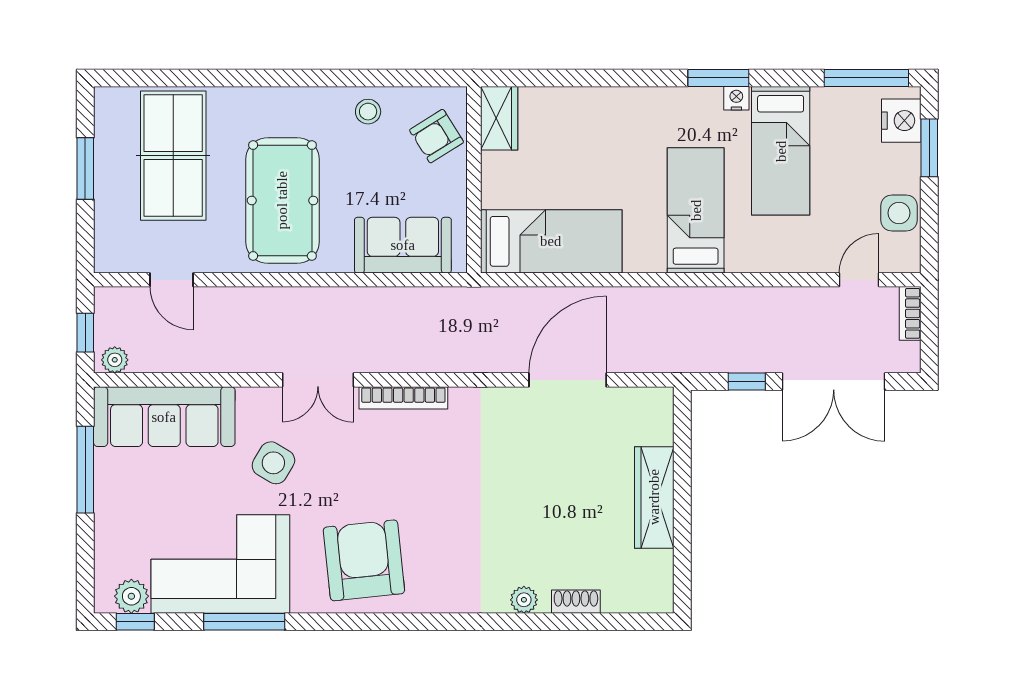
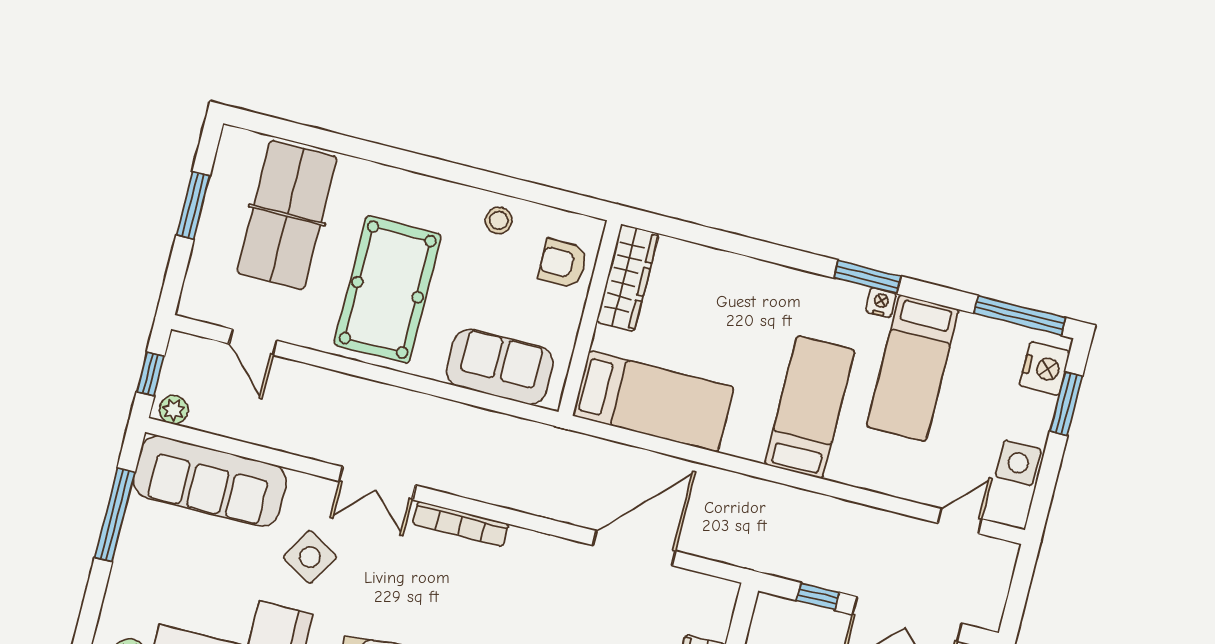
wardrobe: (499, 118) -> (627, 278), width x1.50
armchair: (437, 136) -> (563, 263), turned 32
bookcase: (910, 313) -> (1003, 569), removed

